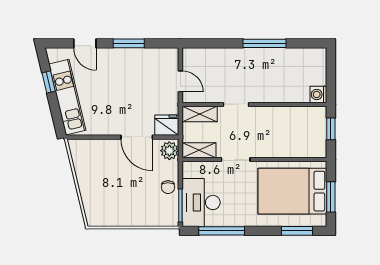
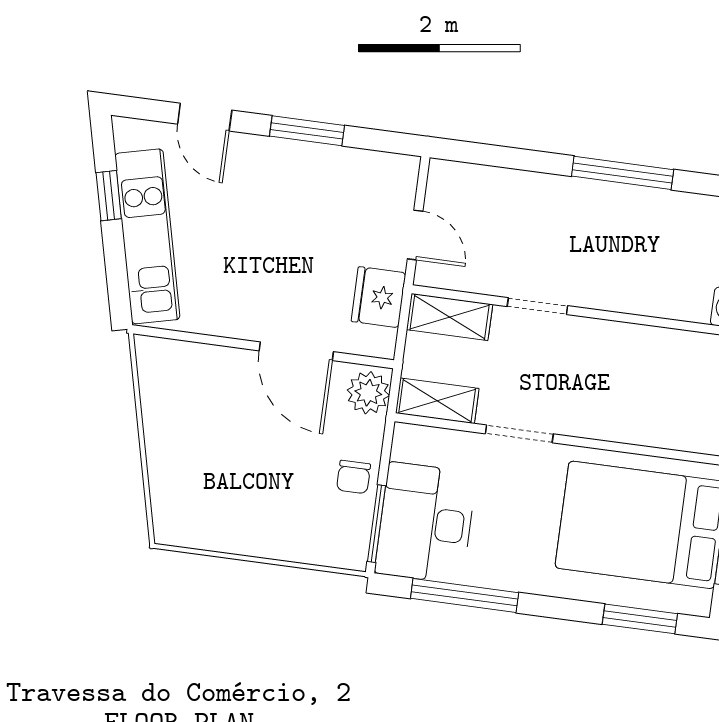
fridge: (167, 125) -> (378, 297), moved, turned -90

